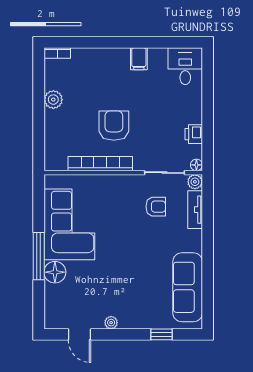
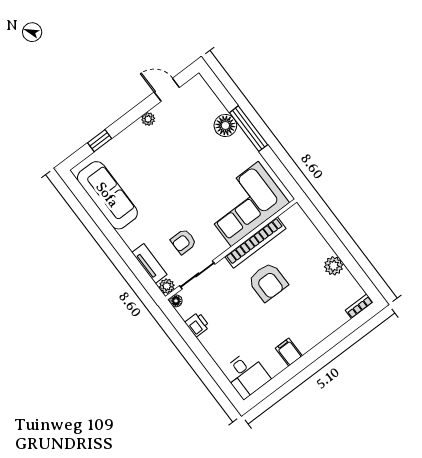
corner sofa: (69, 224) -> (245, 204), moved, turned 90

